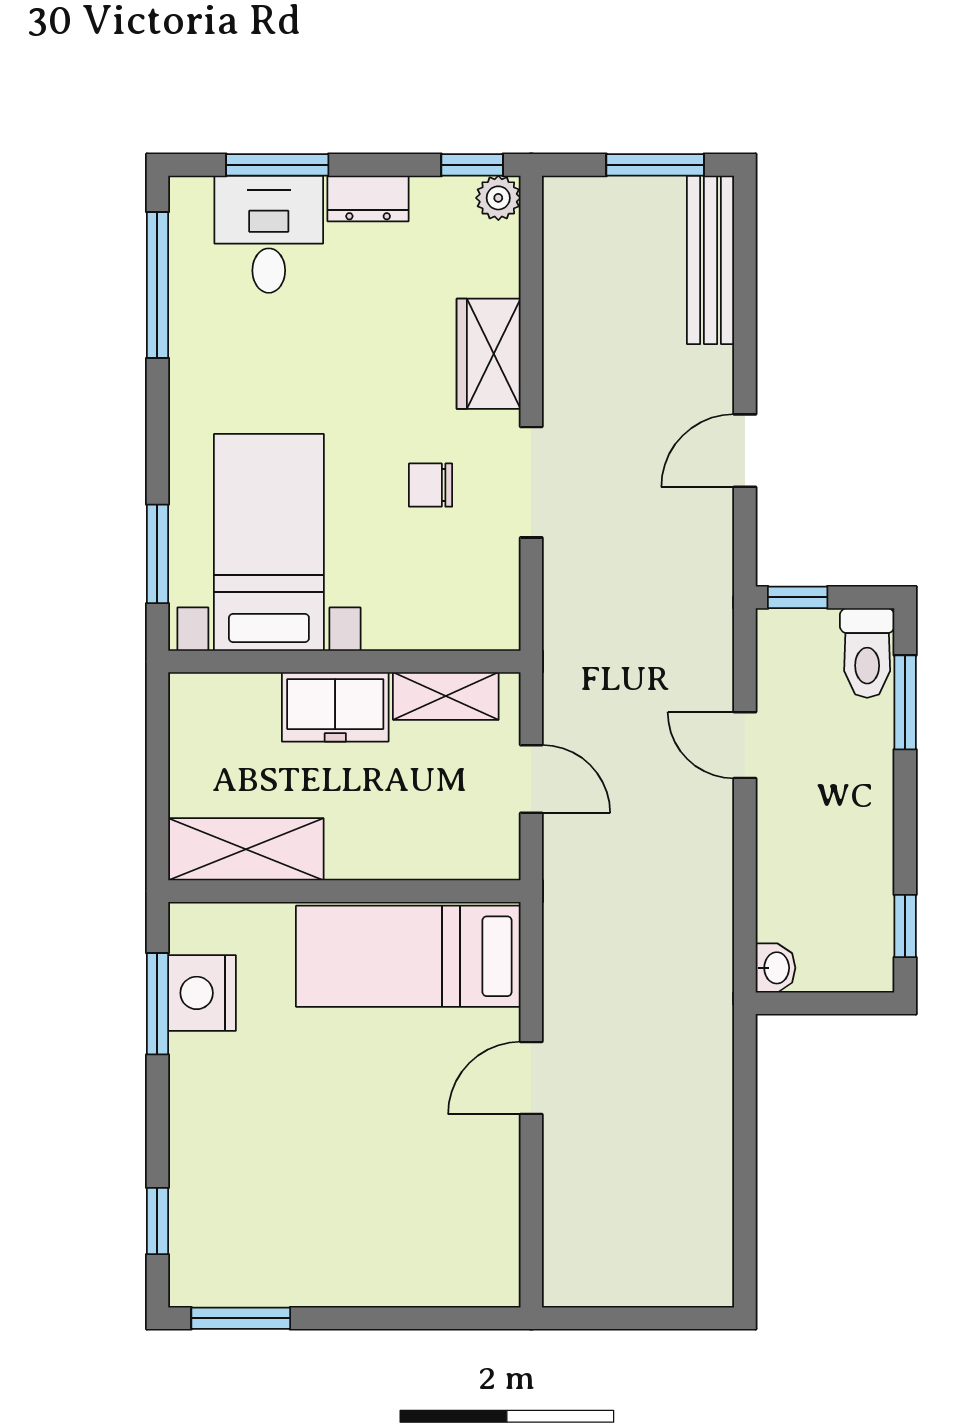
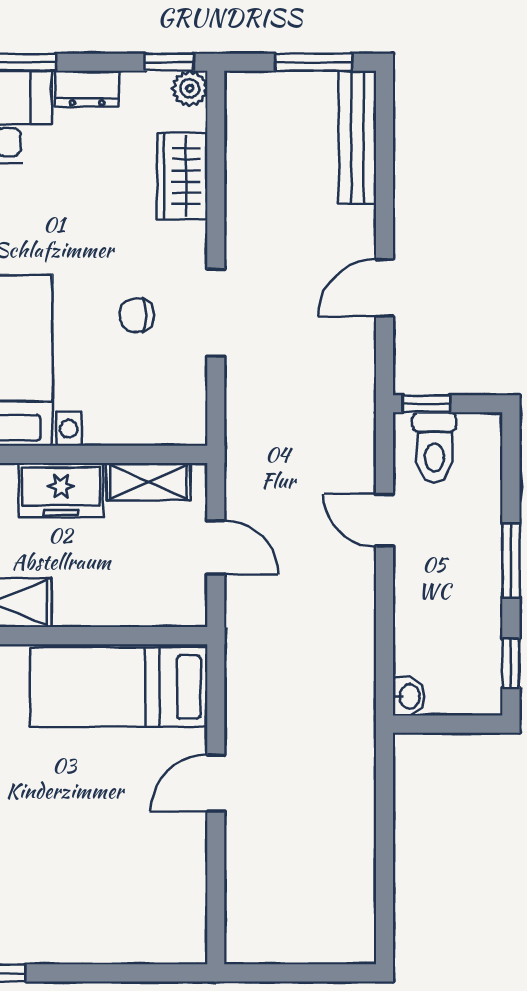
wardrobe: (489, 354) -> (182, 176), moved
toilet: (867, 653) -> (434, 448), moved
window: (905, 702) -> (511, 560), moved

